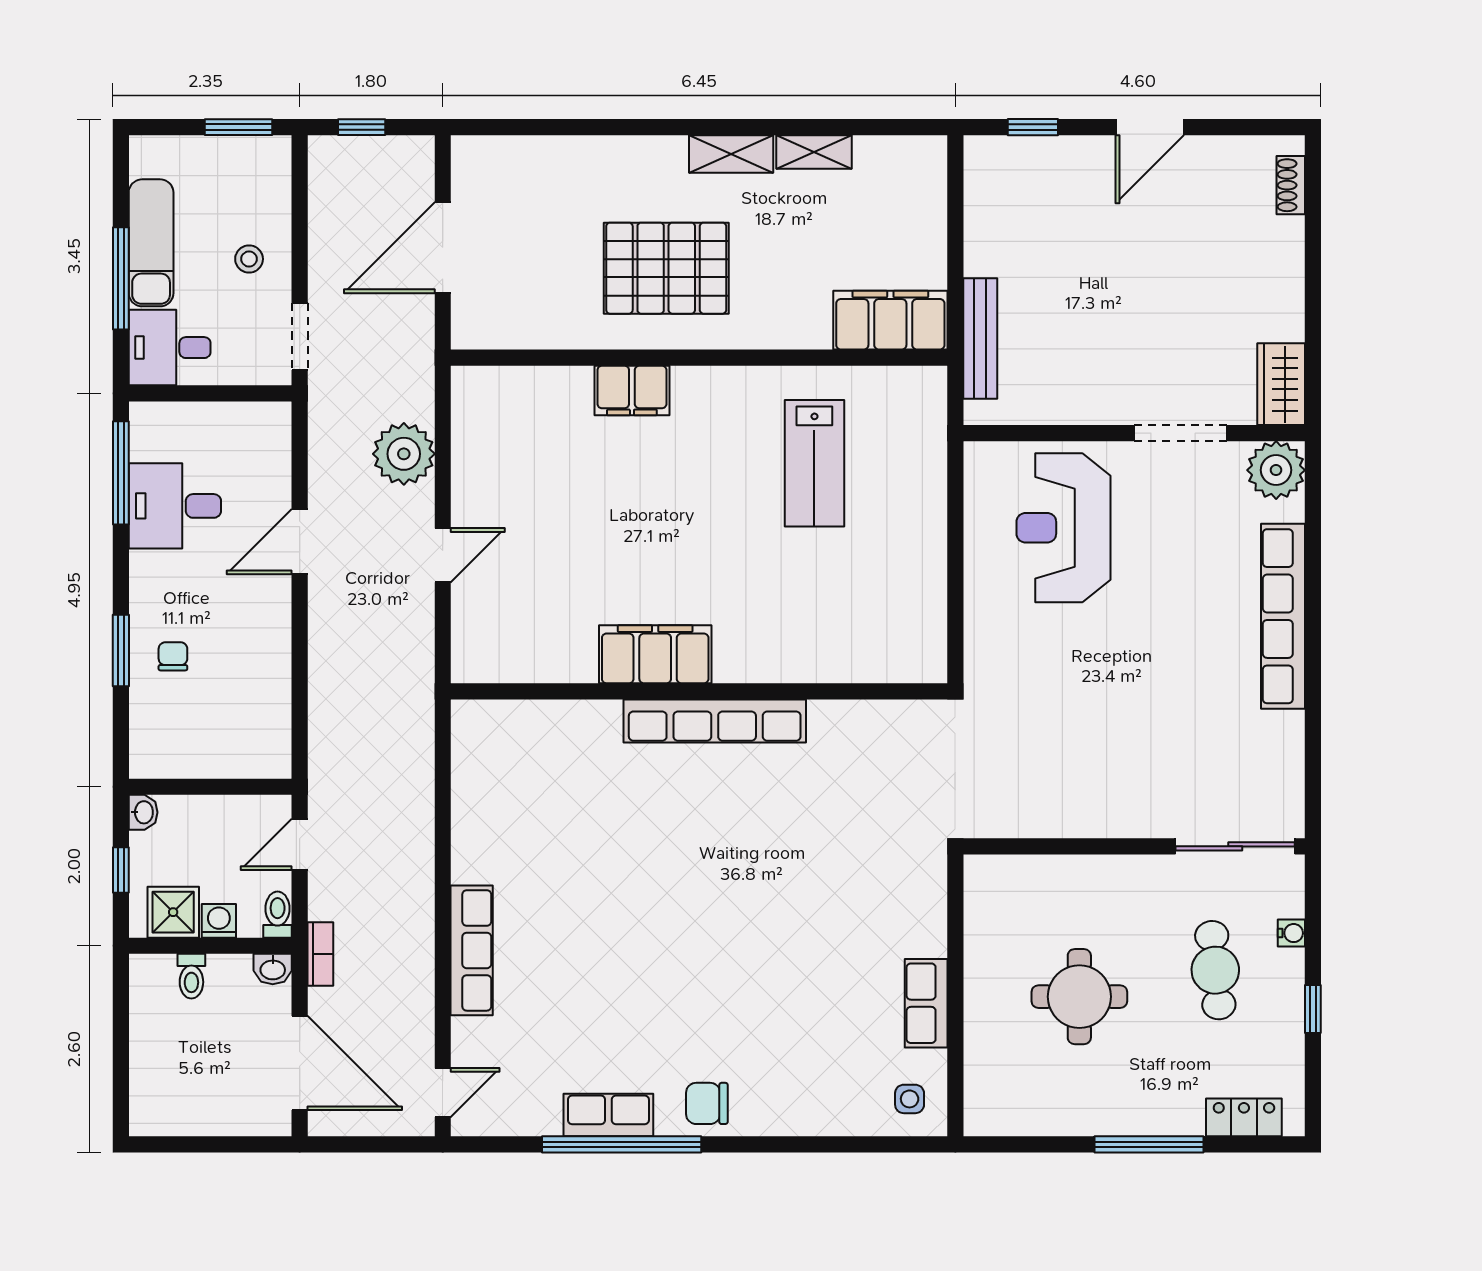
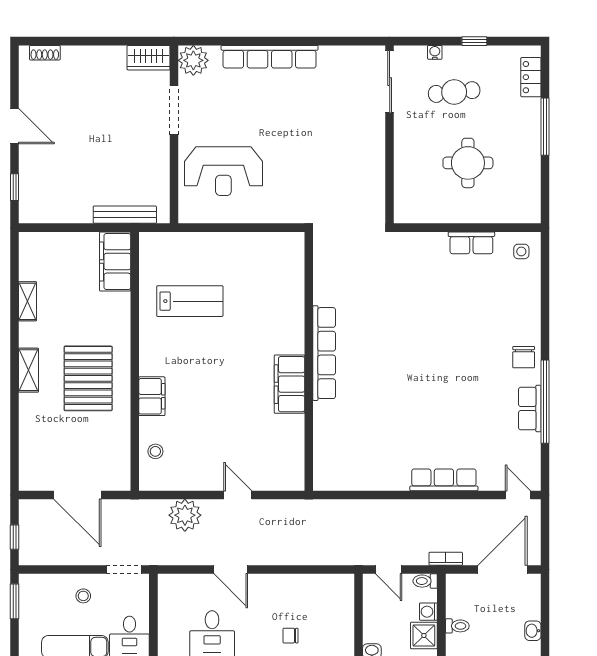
shelving: (731, 154) -> (29, 370), moved
stool: (526, 397) -> (155, 451), added
washbasin: (273, 969) -> (533, 631), moved, turned 180

